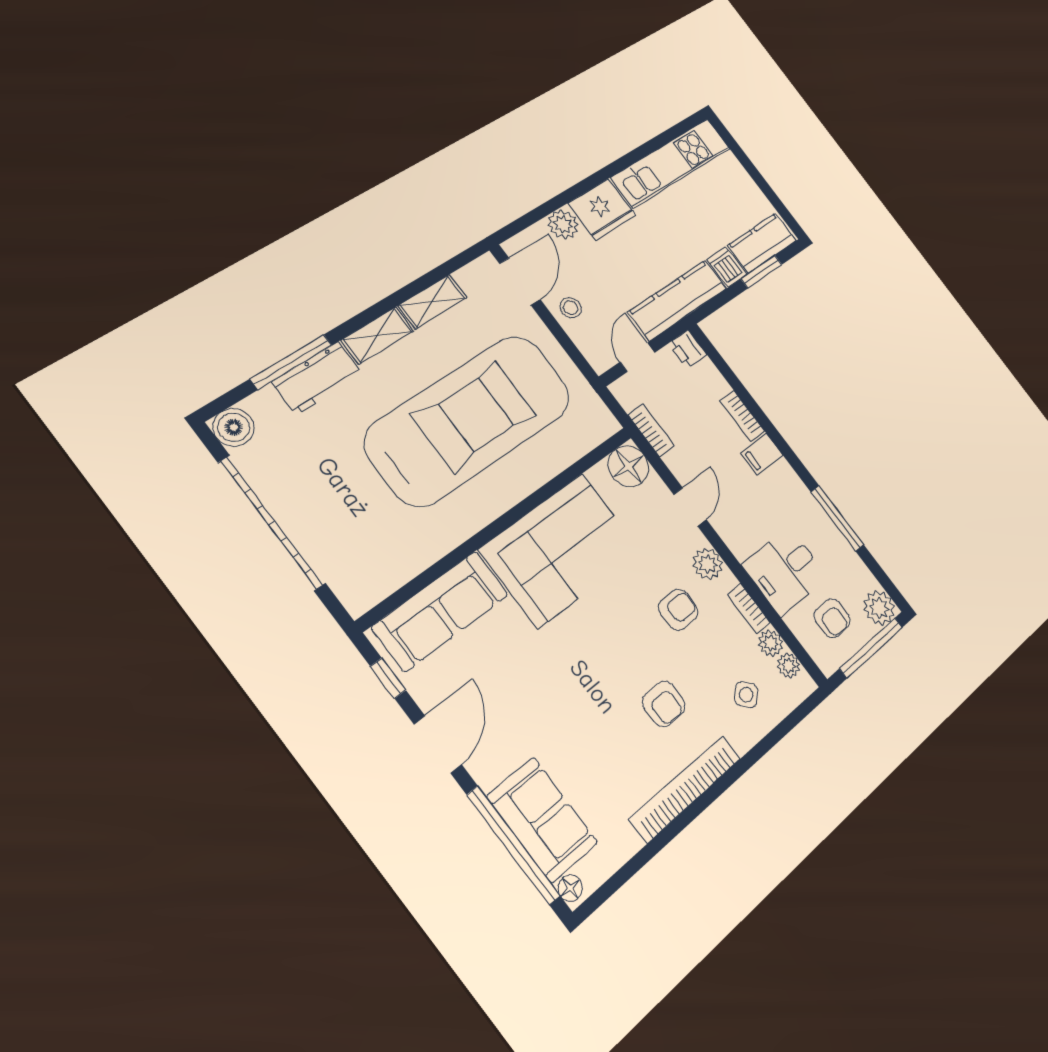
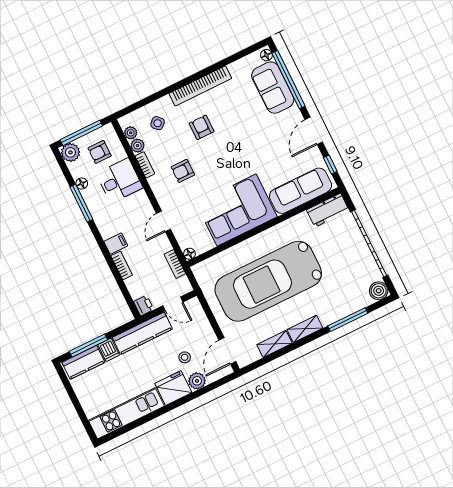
window: (761, 272) -> (88, 345), width x1.44
stool: (571, 308) -> (185, 357), moved
door: (638, 357) -> (173, 304), hinge flipped
workbench: (318, 378) -> (328, 210), moved, turned 180
floor lamp: (628, 466) -> (189, 254), width x0.53, depth x0.53
floor lamp: (846, 554) -> (82, 183), added
plant: (708, 564) -> (161, 191), removed
armchair: (832, 618) -> (99, 152), turned -90

